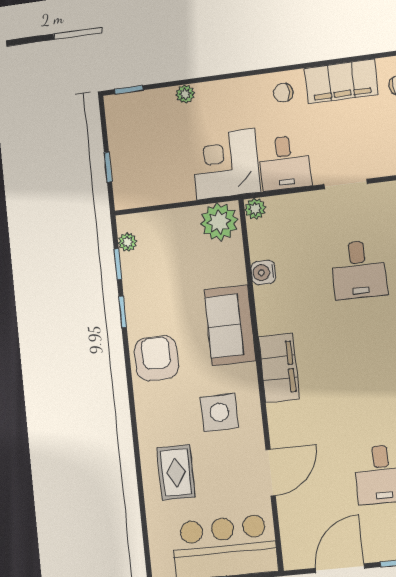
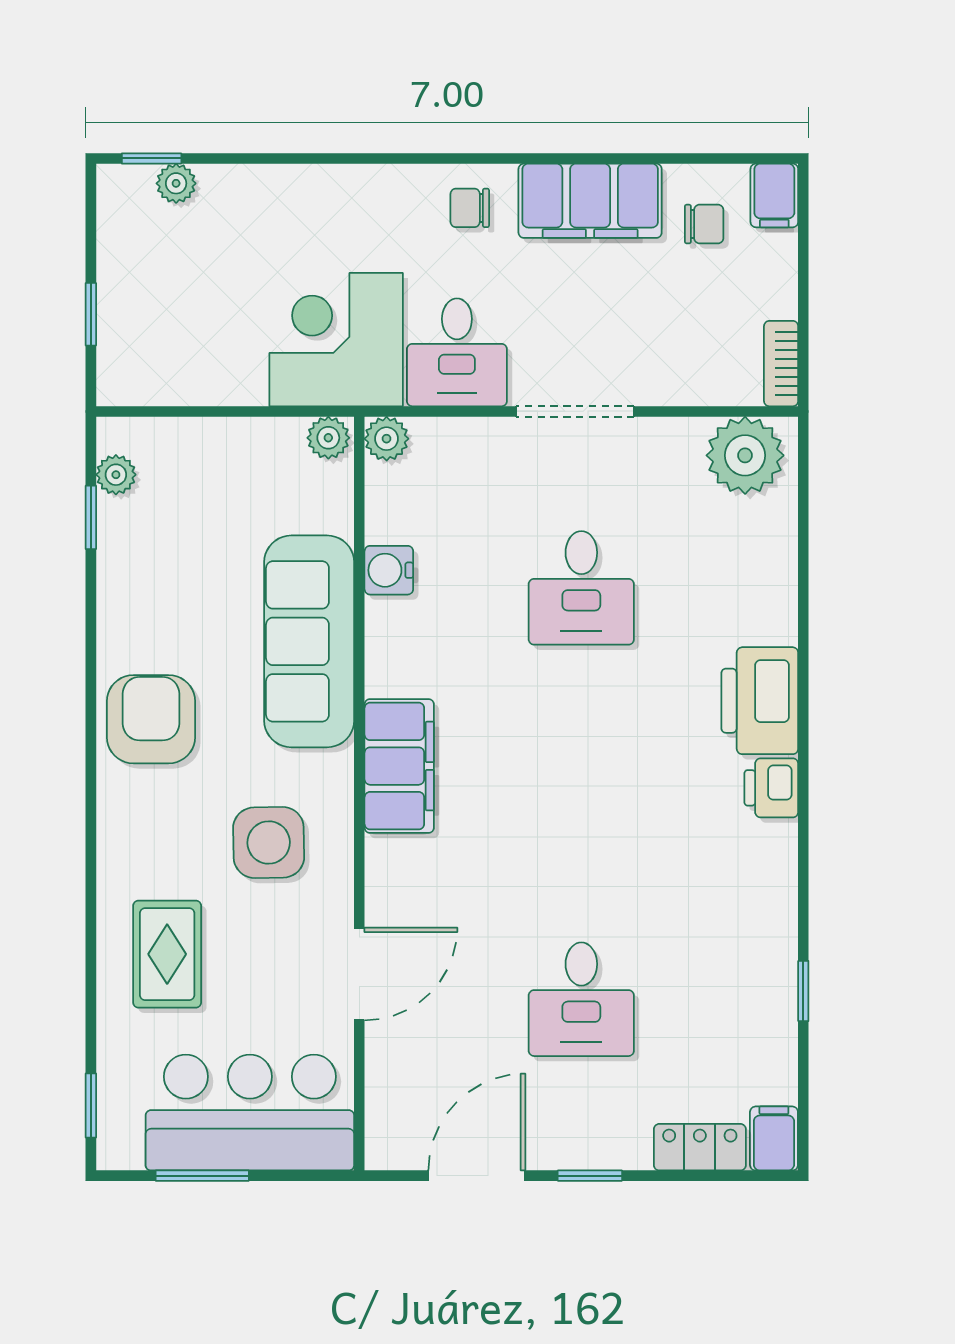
plant: (185, 94) -> (176, 183), moved
doorway: (346, 184) -> (575, 411), width x1.38
plant: (219, 222) -> (328, 438), width x0.53, depth x0.53
window: (123, 312) -> (91, 1105), moved
sofa: (230, 325) -> (309, 641), width x1.36

